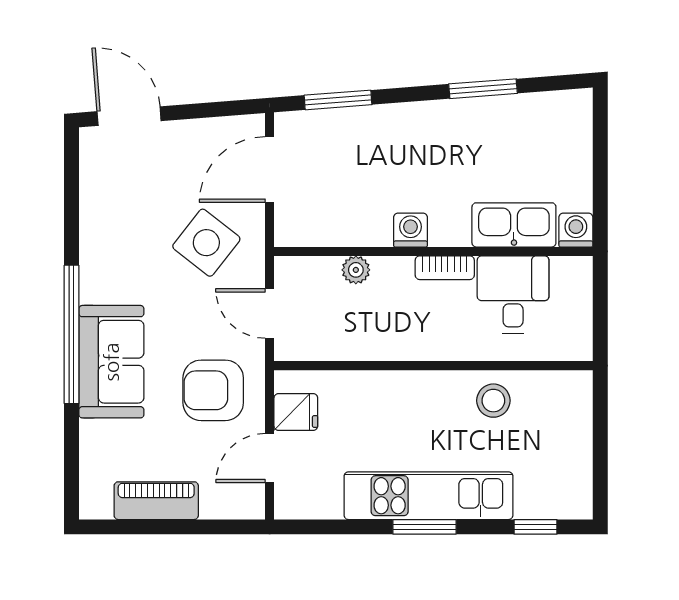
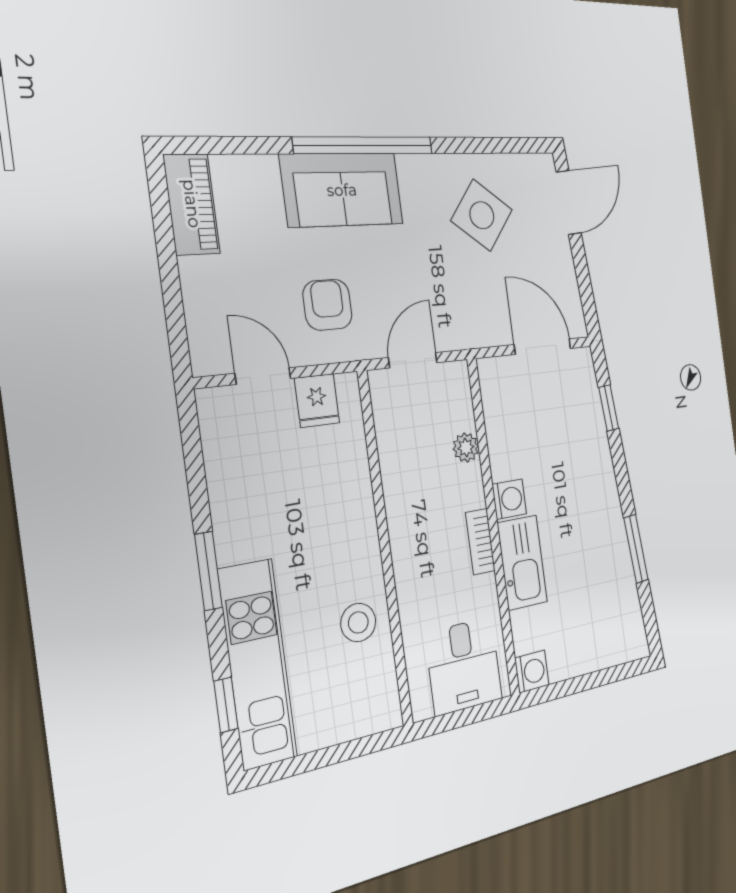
window: (338, 100) -> (609, 408), width x0.67
kitchen sink: (514, 225) -> (522, 563), moved
side table: (206, 243) -> (482, 215), moved
desk: (513, 295) -> (464, 666), moved, turned 90
armchair: (213, 390) -> (328, 305), width x0.72, depth x0.72
kitchen unit: (428, 496) -> (258, 664), moved
piano: (156, 501) -> (192, 204), moved

